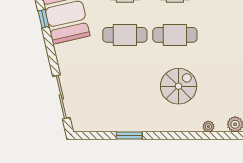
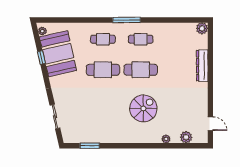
sliding door: (61, 97) -> (55, 117), width x0.73
window: (129, 136) -> (90, 146), moved

